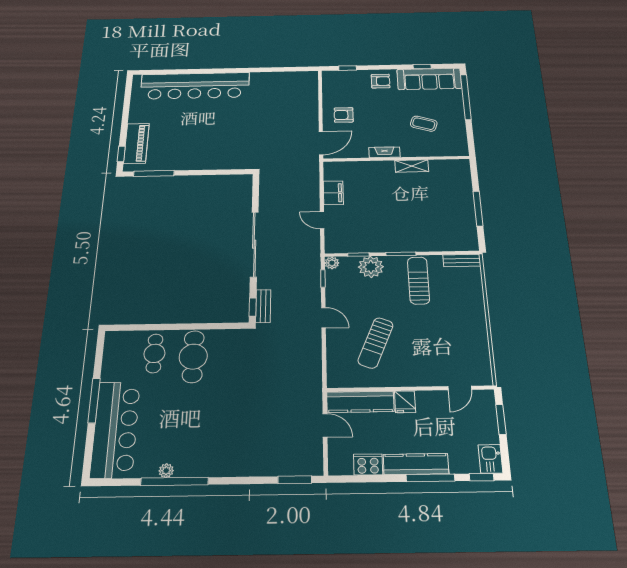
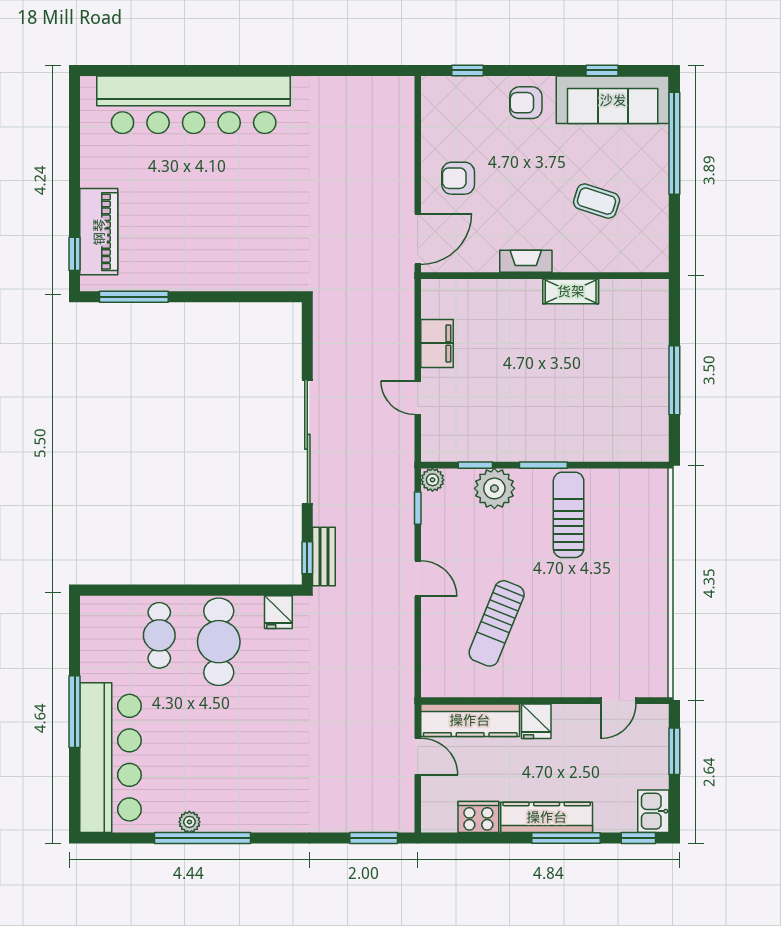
armchair: (381, 81) -> (526, 103), turned 180
bench: (462, 260) -> (640, 479), removed
fridge: (233, 338) -> (278, 612), added

